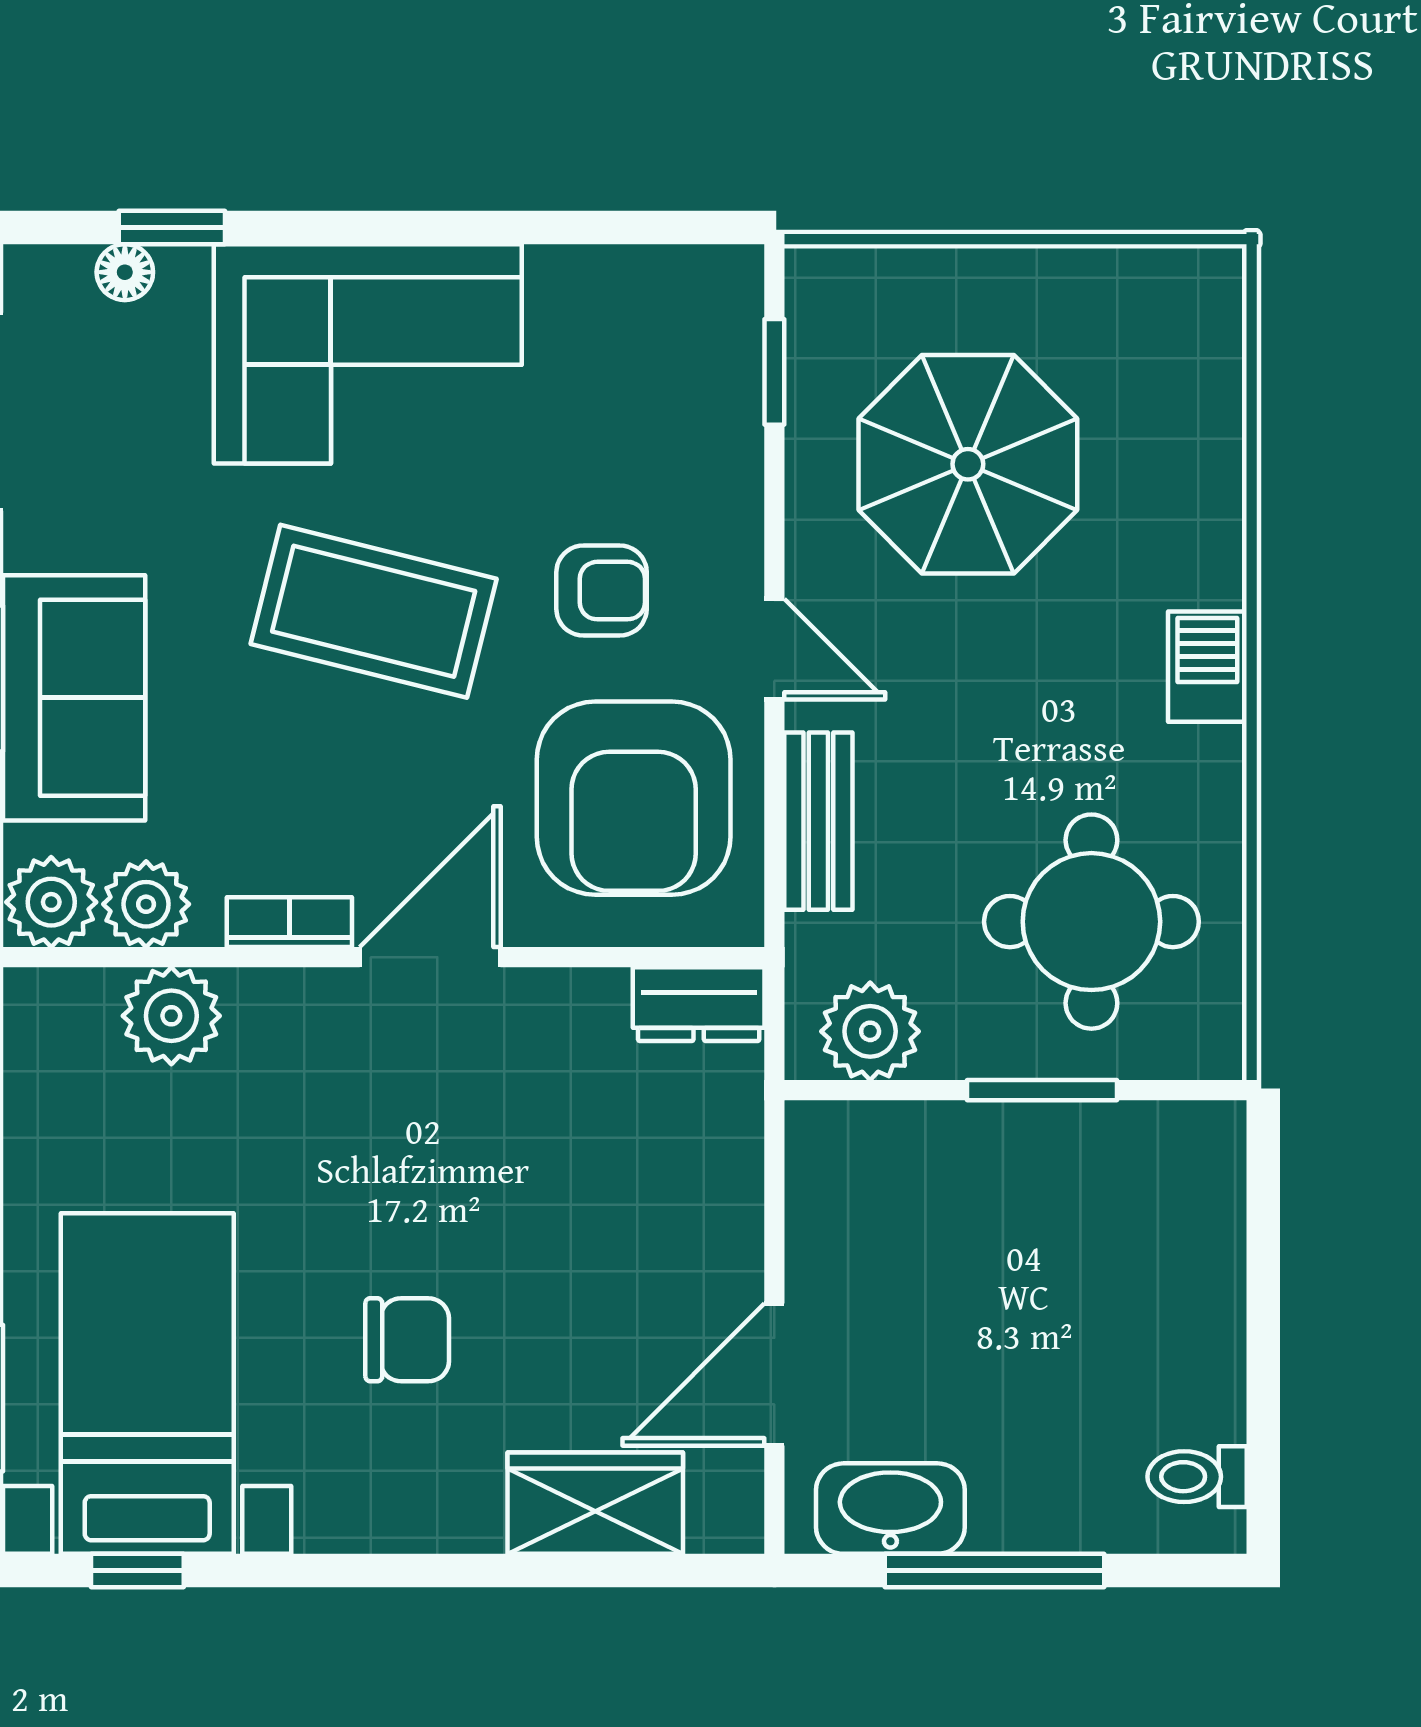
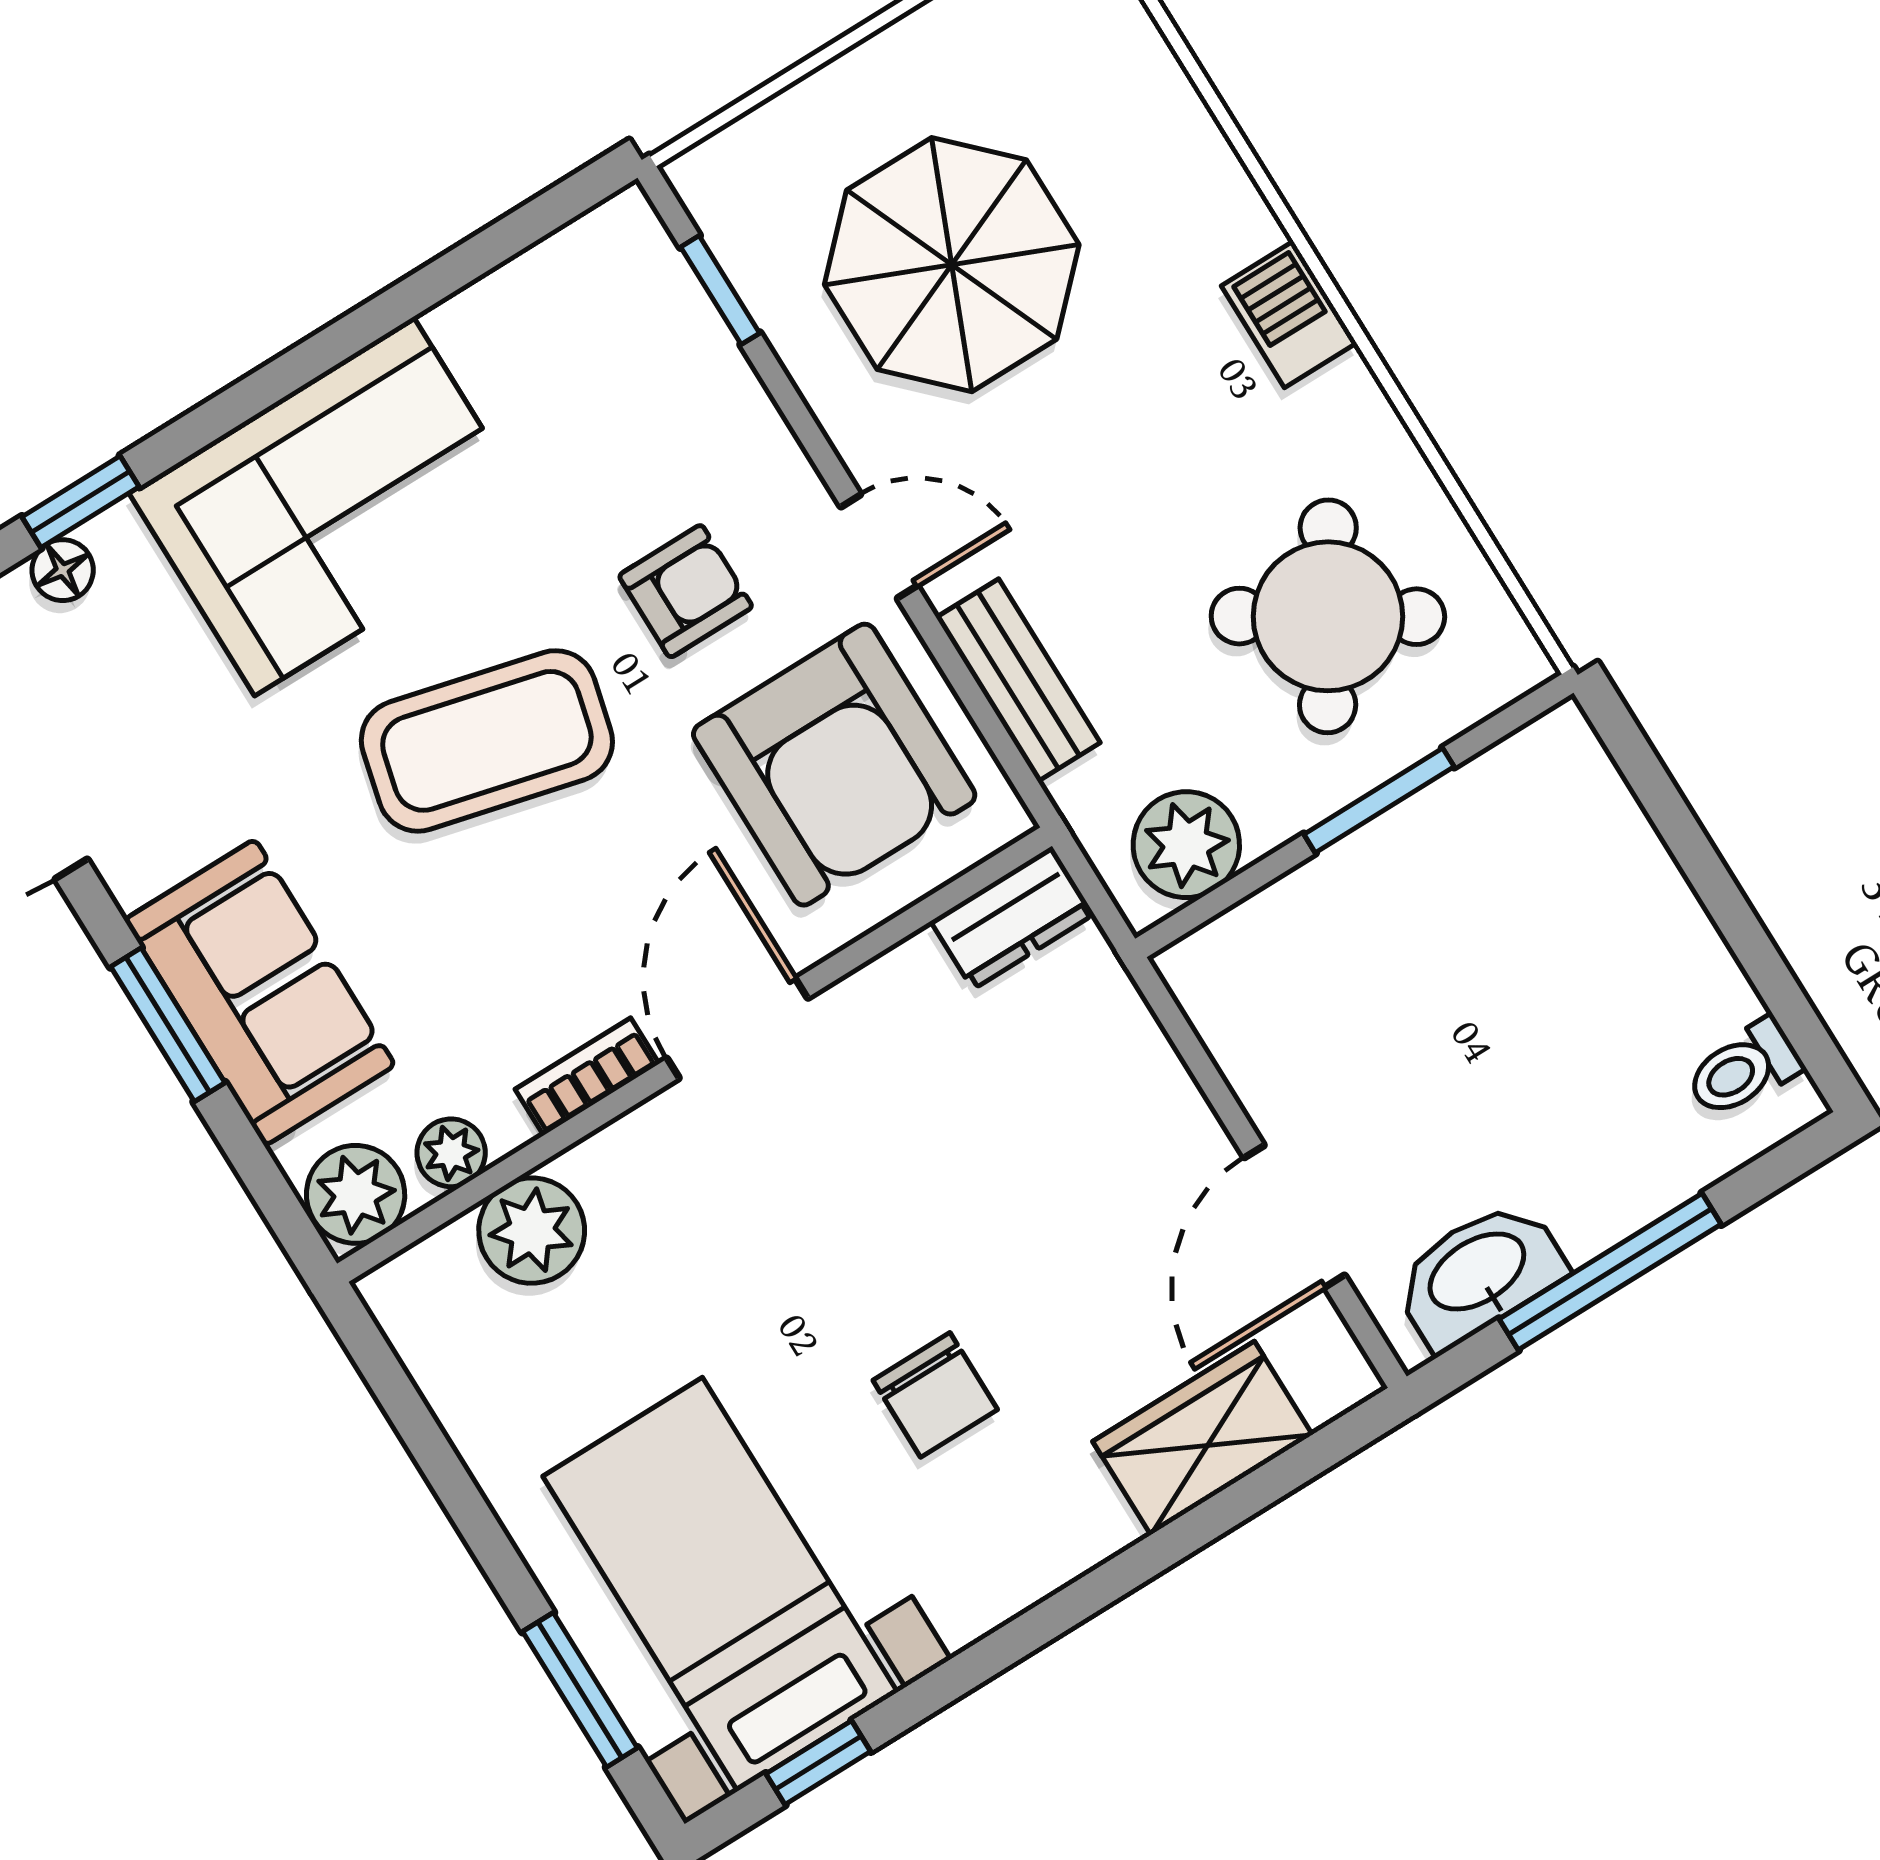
plant: (146, 904) -> (451, 1153), width x0.73, depth x0.73
round table: (1091, 922) -> (1328, 616), turned 32
chair: (407, 1340) -> (935, 1395), turned 90

